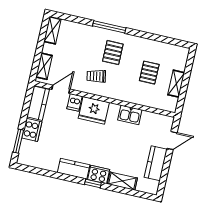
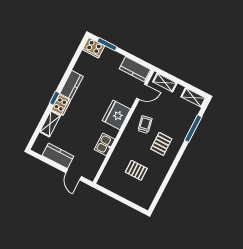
window: (109, 27) -> (193, 129), moved
pallet: (113, 53) -> (161, 144), turned 90
shelving: (176, 84) -> (121, 191), removed
door: (61, 89) -> (142, 92), hinge flipped
dishwasher: (75, 102) -> (127, 100), removed
cooker: (32, 130) -> (94, 48), moved

